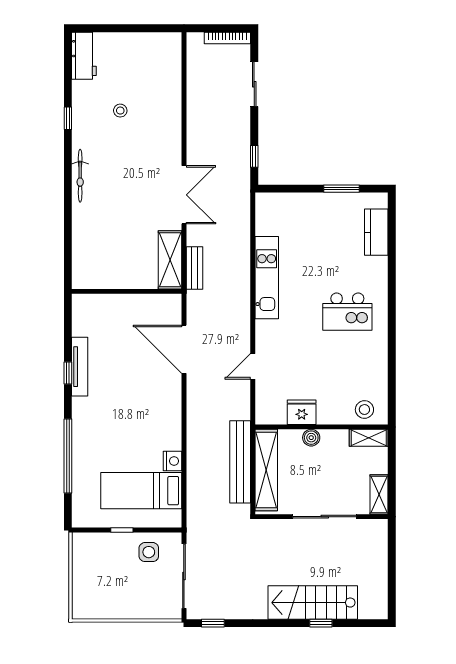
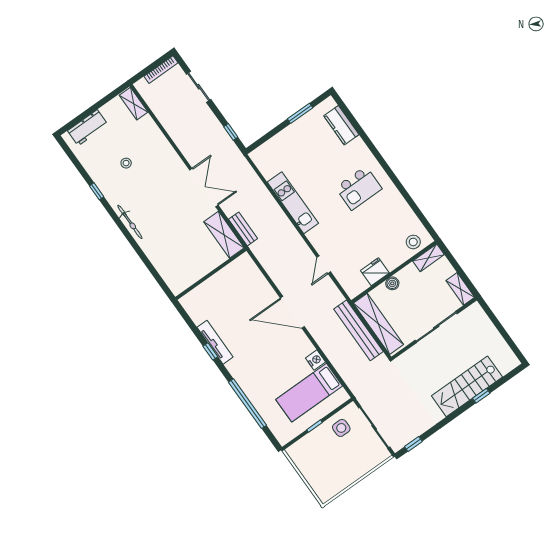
shelving: (173, 53) -> (134, 104), added
workbench: (84, 56) -> (88, 128), moved, turned 90
door: (184, 349) -> (292, 312), moved

